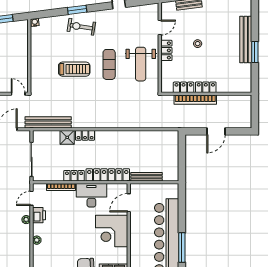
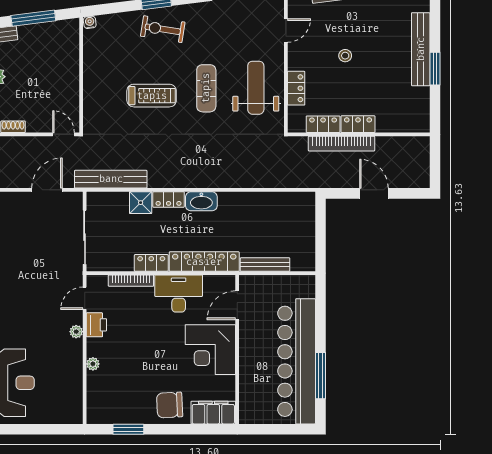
locker: (166, 50) -> (296, 88), moved
weight bench: (141, 64) -> (256, 88), turned 180
door: (216, 131) -> (374, 193), swing flipped
washbasin: (106, 136) -> (201, 201), added

